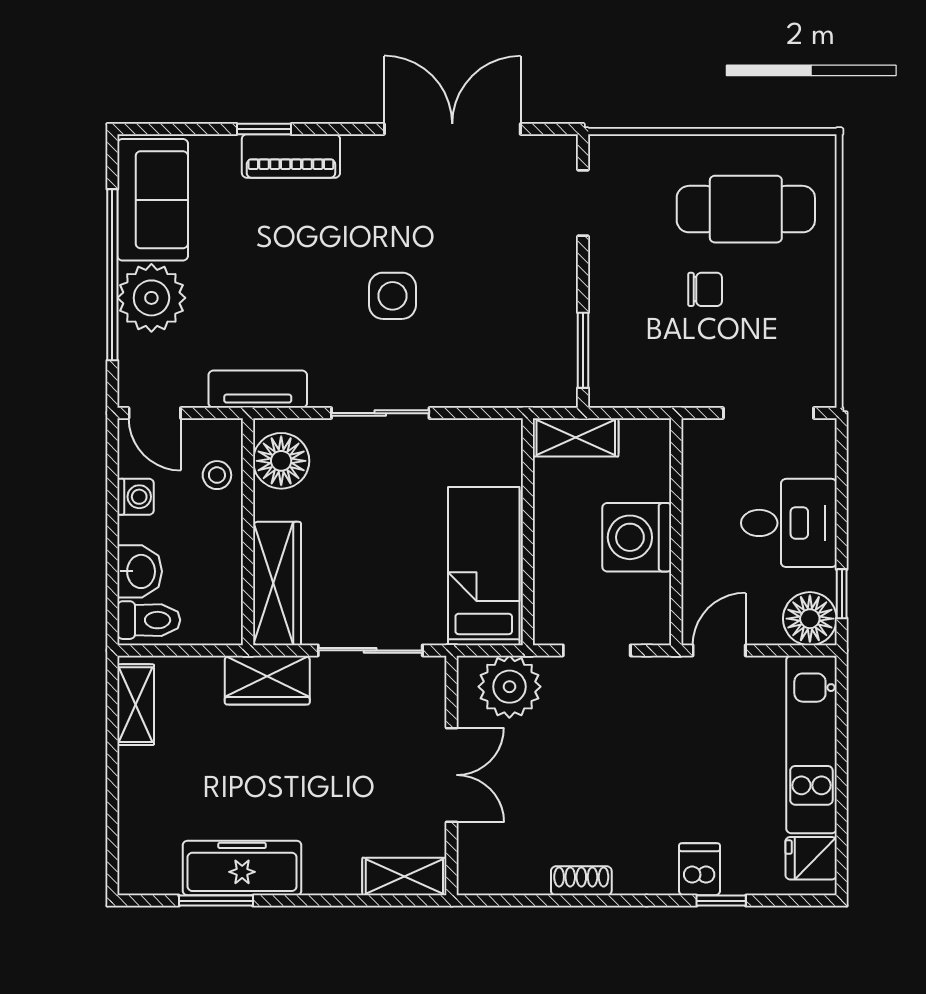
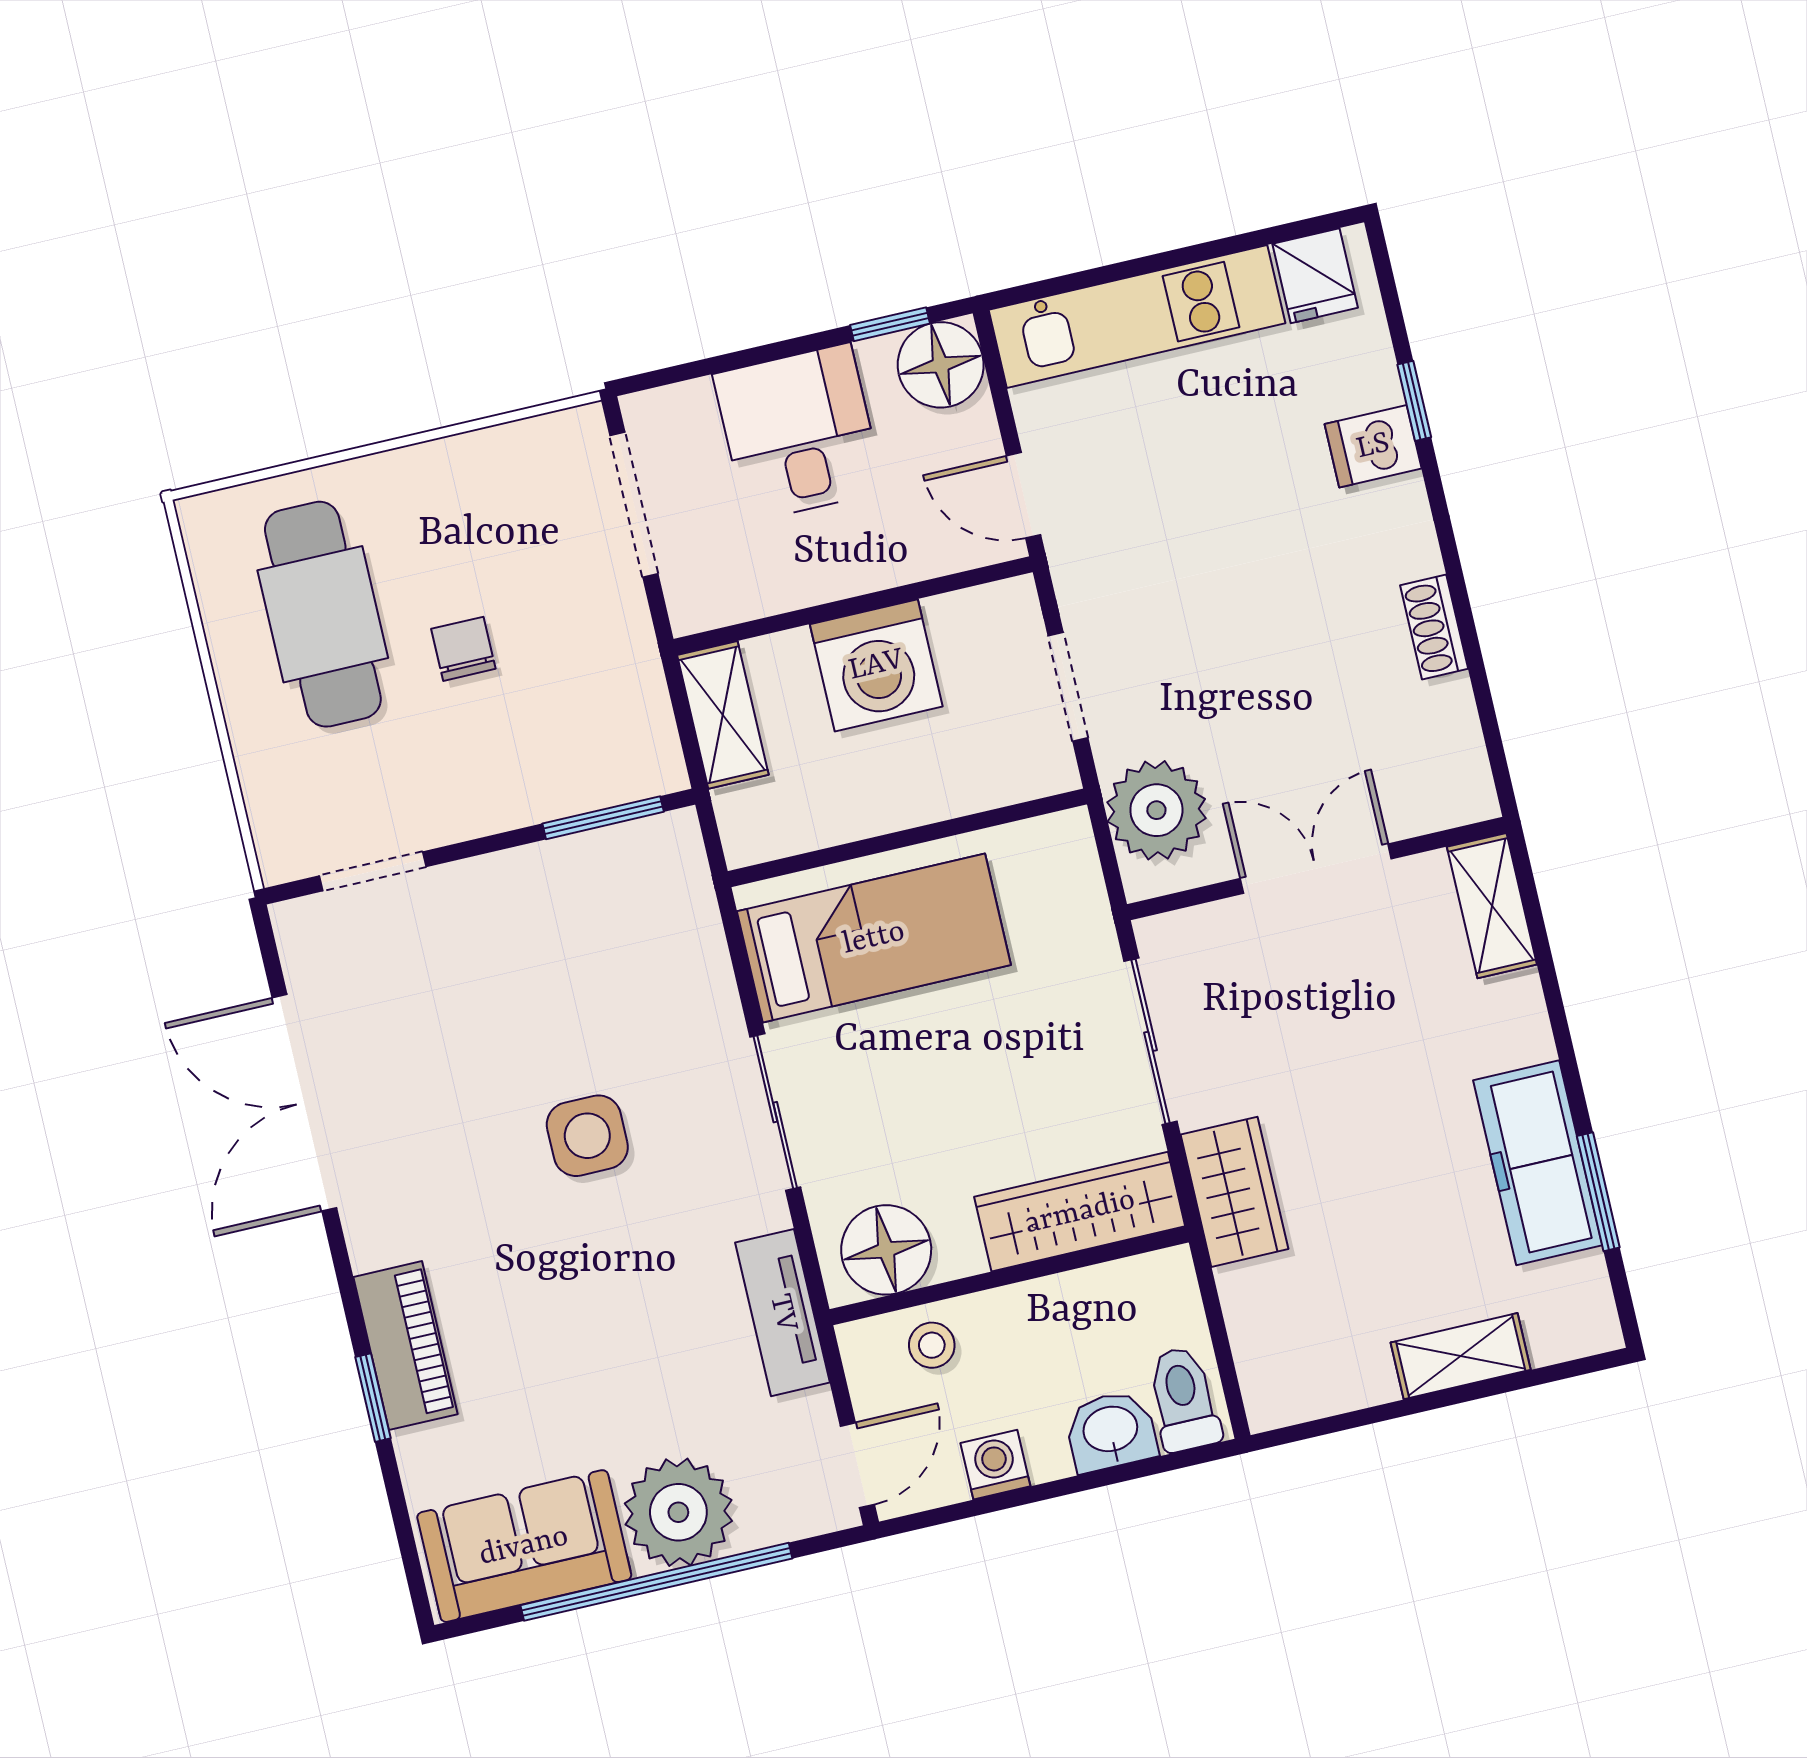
shelving: (576, 437) -> (723, 715), moved
bed: (484, 566) -> (874, 938), moved, turned 180
shelving: (136, 705) -> (1461, 1356), moved

